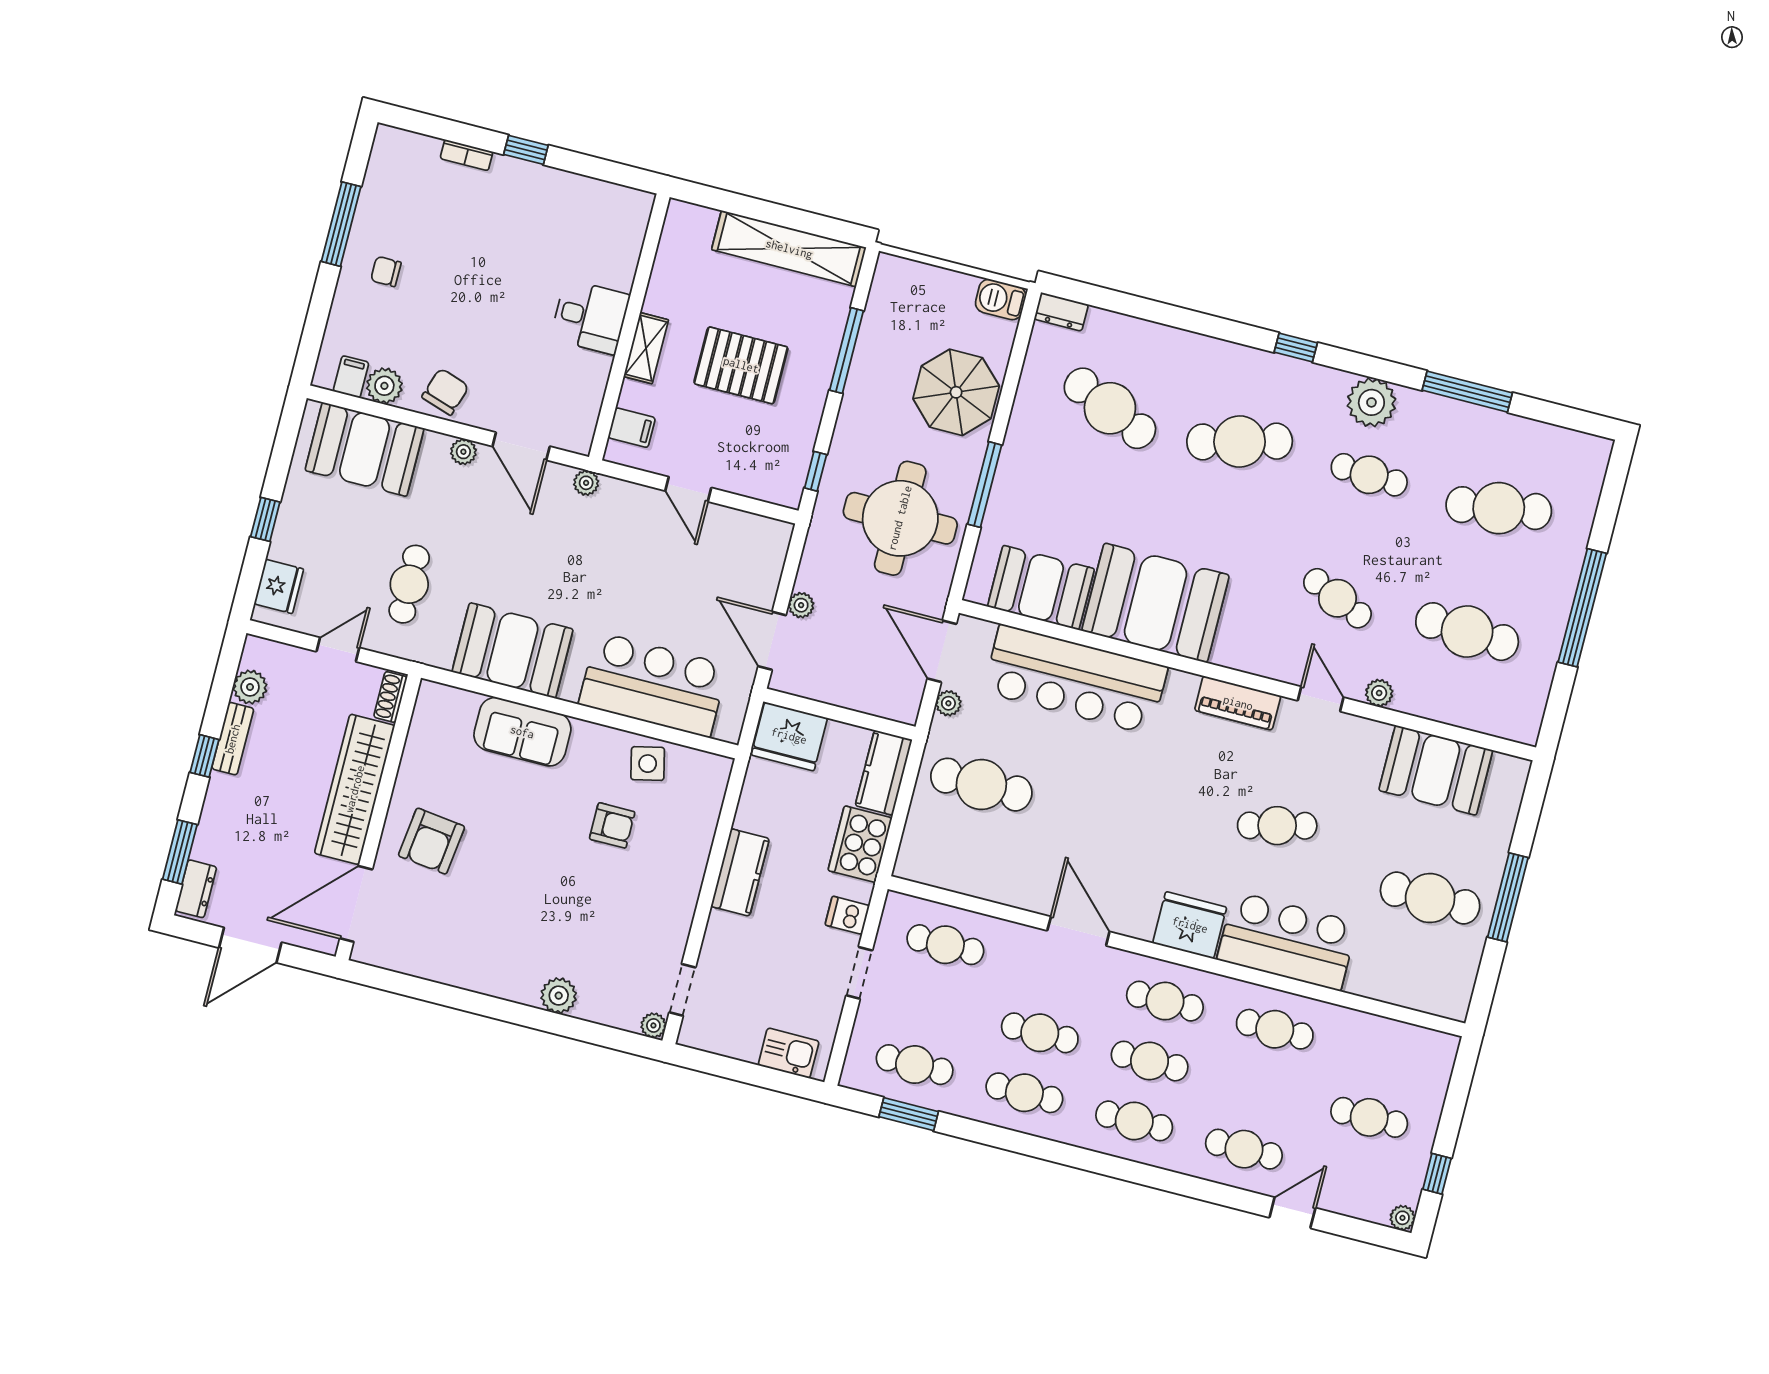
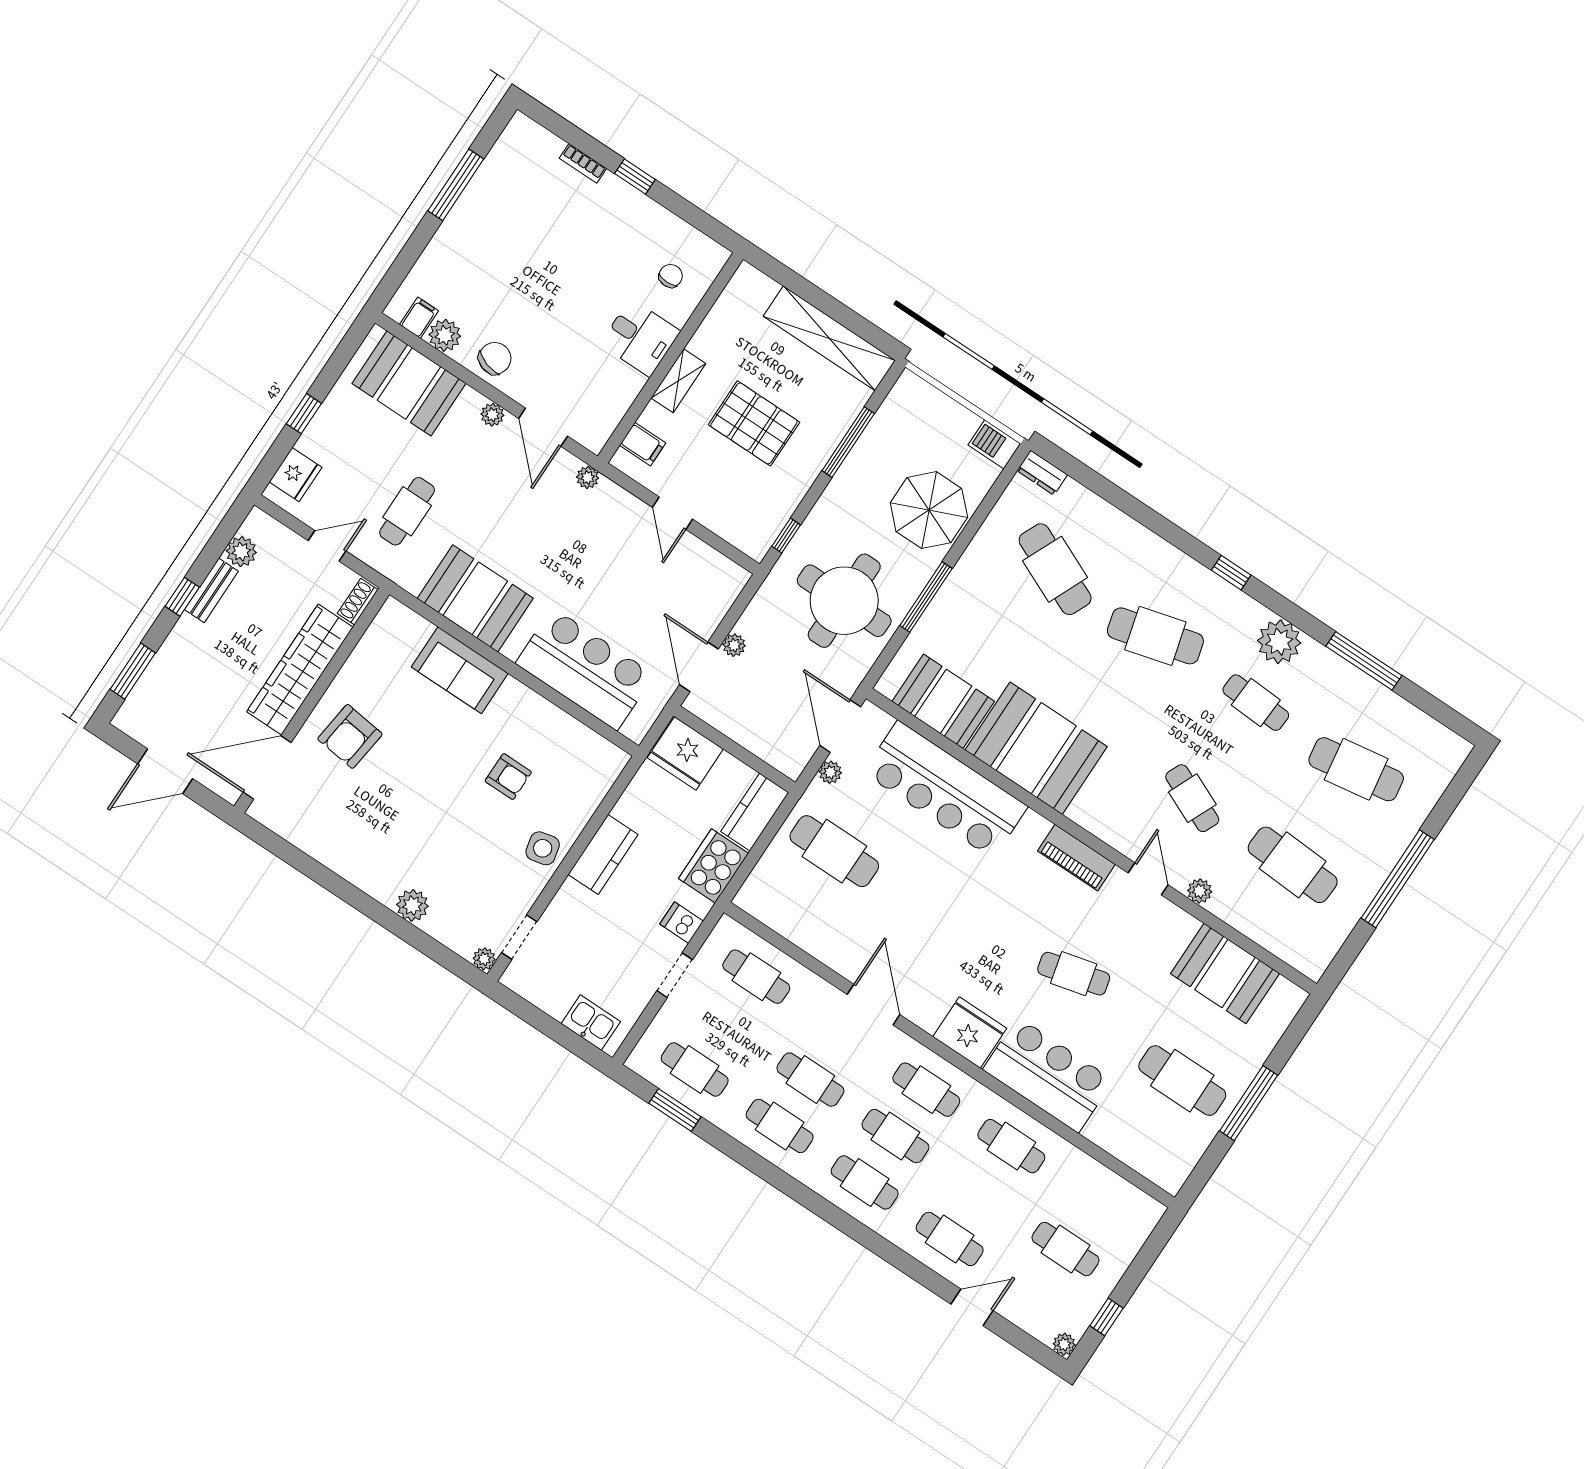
chair: (386, 271) -> (671, 276), moved, turned 90
side table: (648, 764) -> (543, 848), moved
dresser: (196, 889) -> (136, 707), removed

